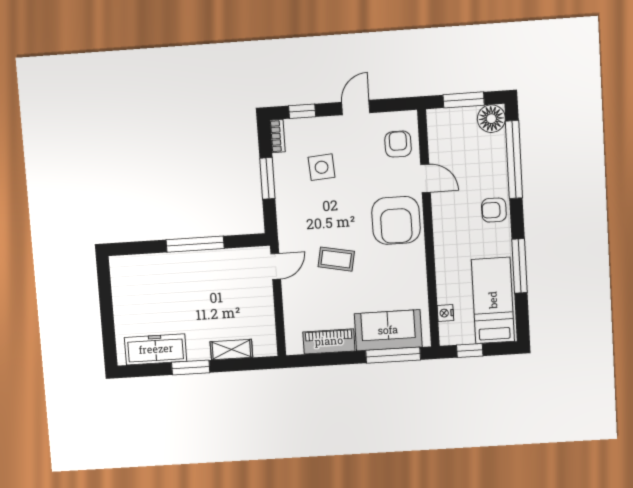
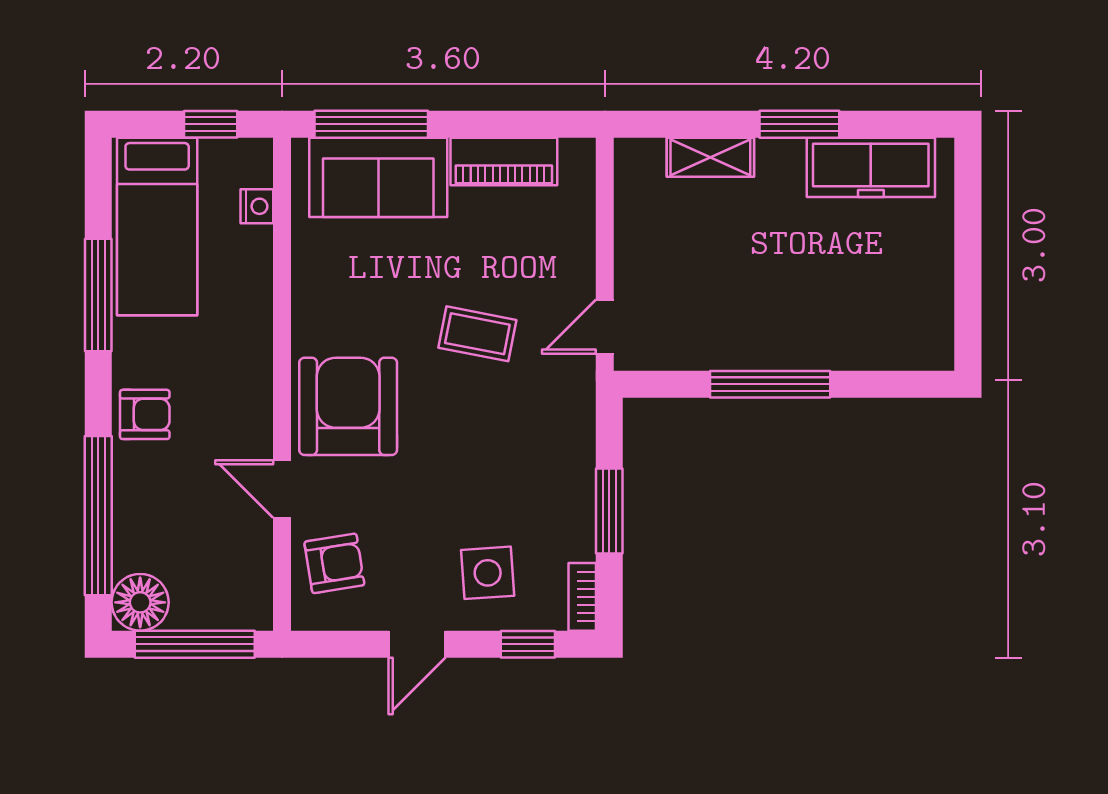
window: (464, 100) -> (195, 644), width x1.44
armchair: (398, 144) -> (334, 563), turned -99
side table: (322, 167) -> (488, 573), moved

